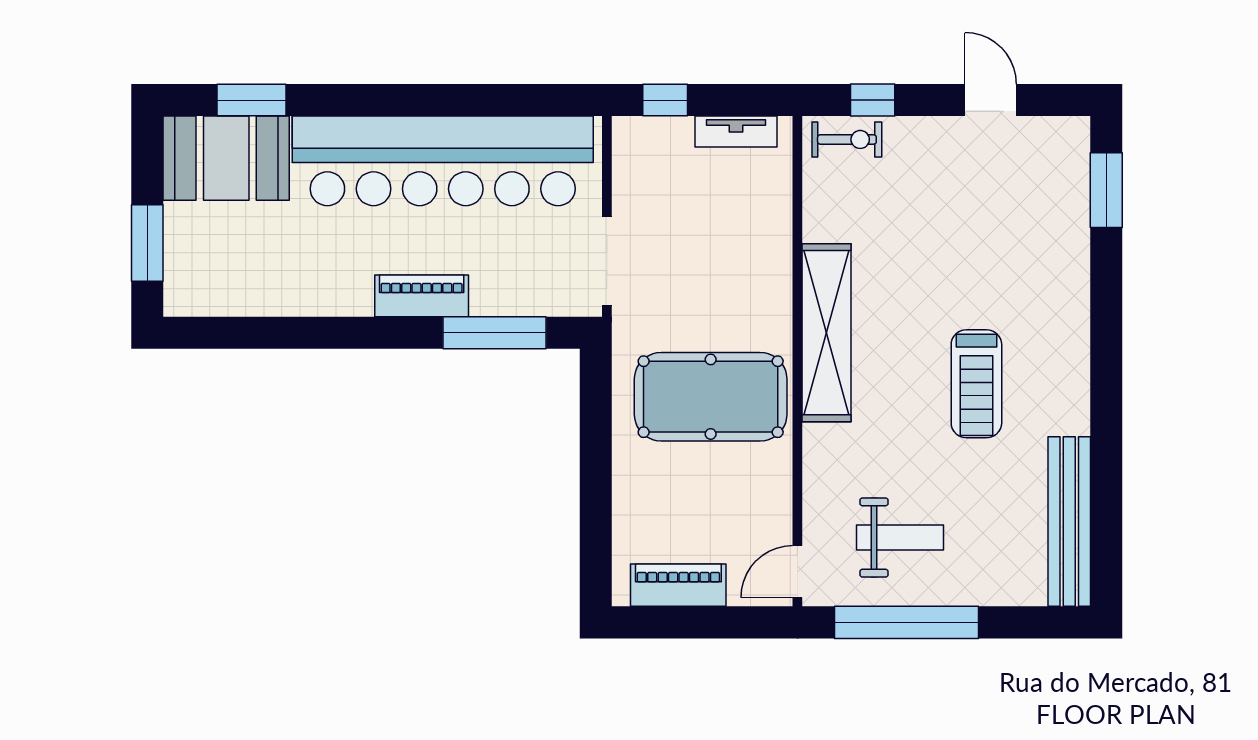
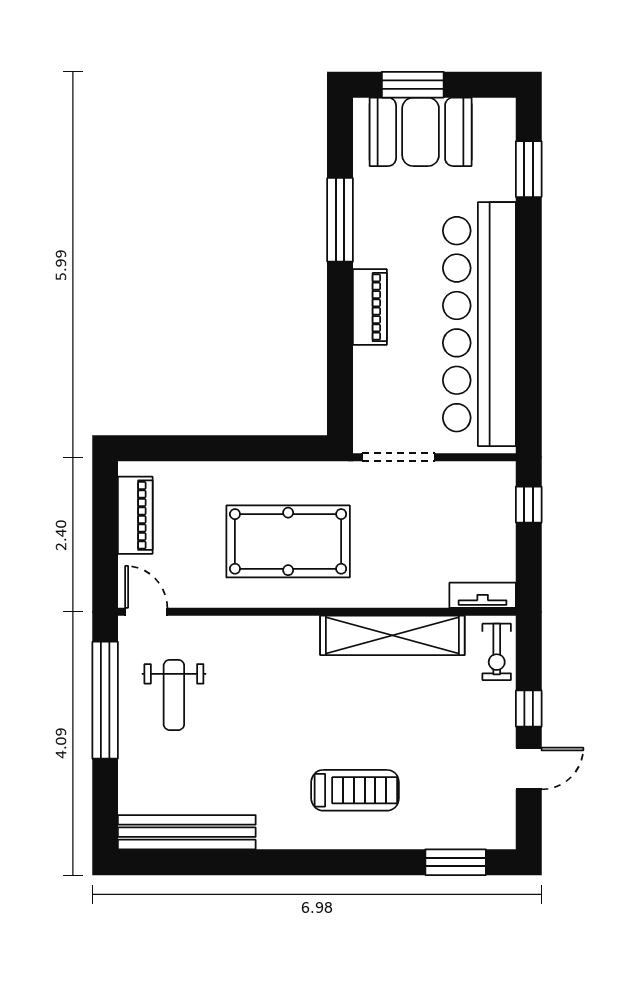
window: (873, 100) -> (529, 708), moved
tv unit: (736, 132) -> (483, 595), moved, turned 90
booth: (226, 158) -> (421, 132), moved, turned 90
window: (494, 333) -> (340, 220), moved
shelving: (827, 333) -> (392, 635), moved
treadmill: (976, 384) -> (355, 790), moved, turned 180
pool table: (711, 397) -> (288, 541), turned 90

